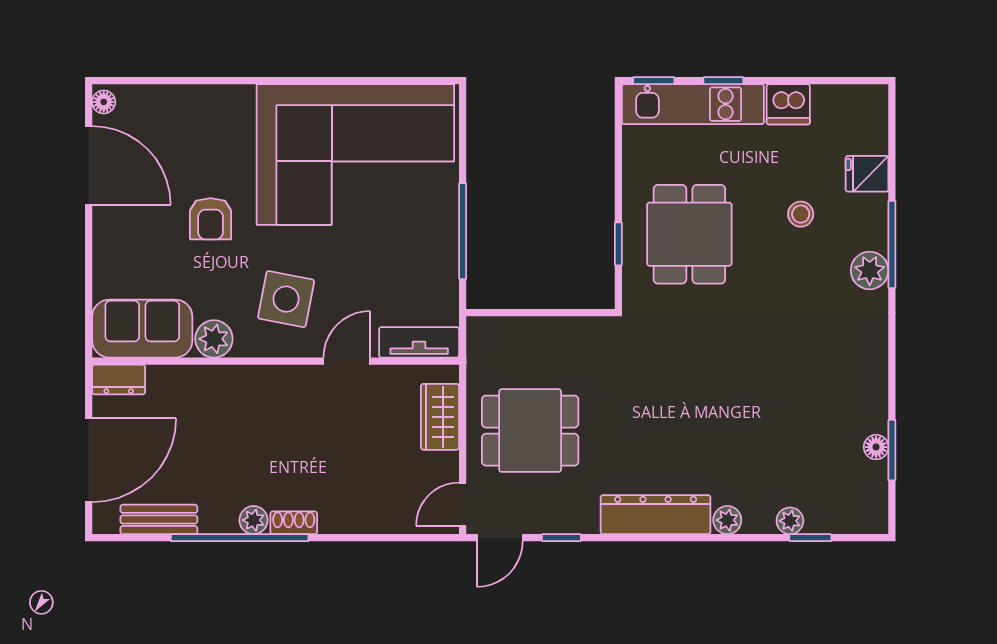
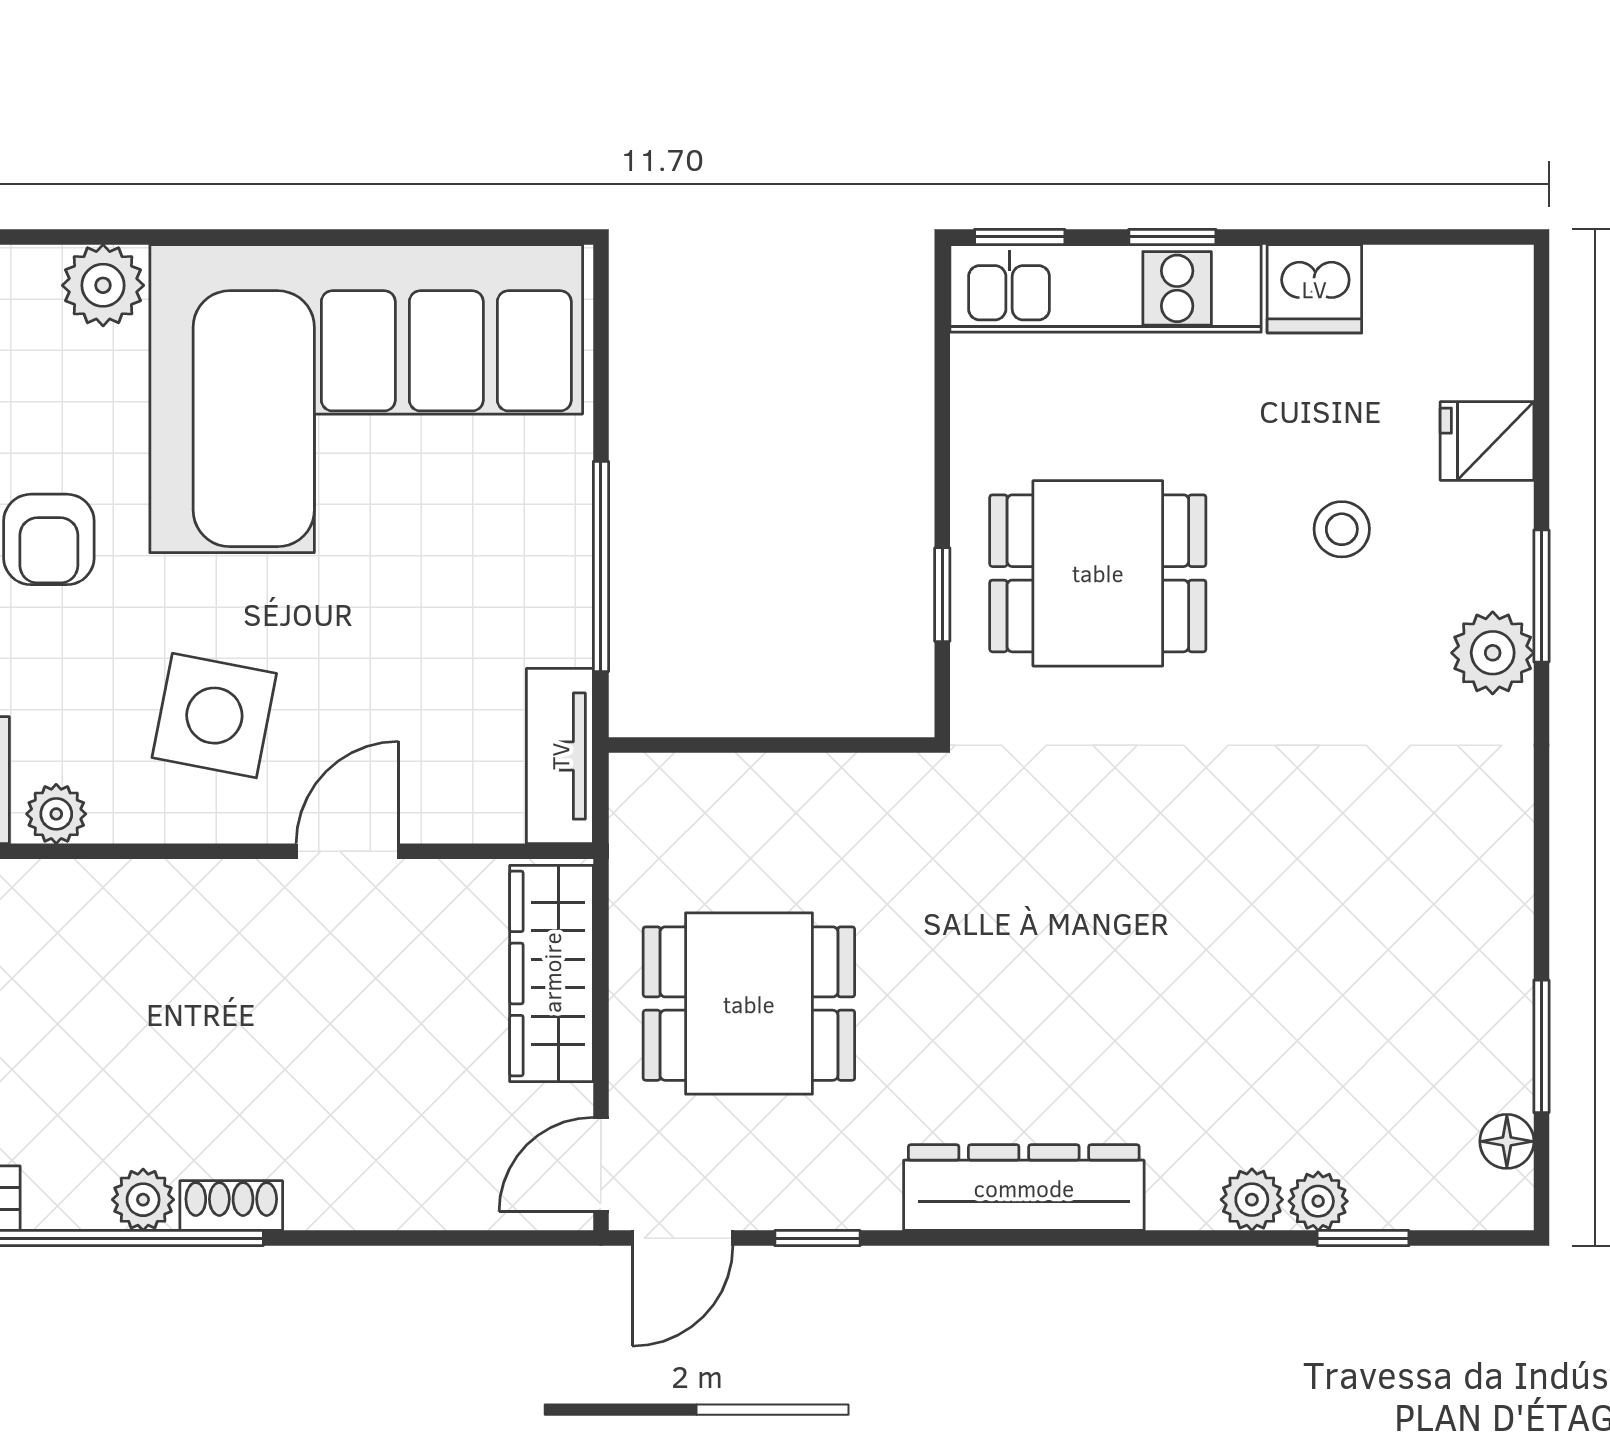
plant: (235, 103) -> (103, 285), added
dining table: (689, 234) -> (1098, 573), turned 90
window: (892, 245) -> (1541, 596), width x0.69
plant: (214, 339) -> (56, 814), width x0.73, depth x0.73
tv unit: (419, 342) -> (560, 756), moved, turned -90
wardrobe: (440, 417) -> (552, 973), width x1.50
floor lamp: (876, 447) -> (1507, 1141), moved
plant: (727, 520) -> (1252, 1200), moved

